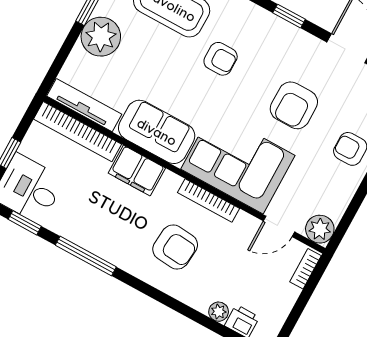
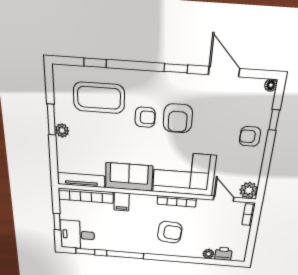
plant: (101, 37) -> (62, 130), width x0.53, depth x0.53
armchair: (294, 105) -> (178, 118), moved
filing cabinet: (137, 171) -> (122, 202), width x0.50
door: (279, 226) -> (224, 199), swing flipped

